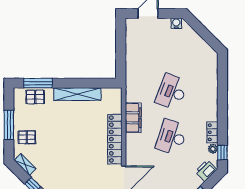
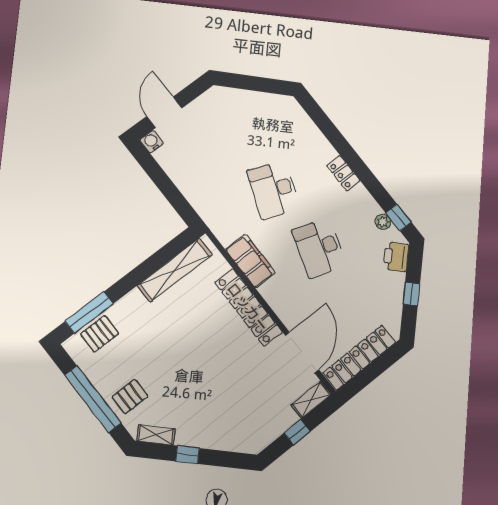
water cooler: (176, 23) -> (152, 142), moved
shelving: (77, 94) -> (175, 270), moved
window: (9, 125) -> (93, 399), width x1.46
locker: (212, 132) -> (343, 173), moved

